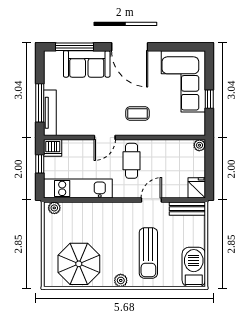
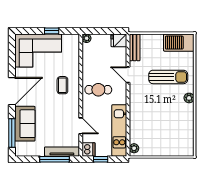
door: (105, 138) -> (81, 126), moved
parasol: (79, 264) -> (176, 130), removed

